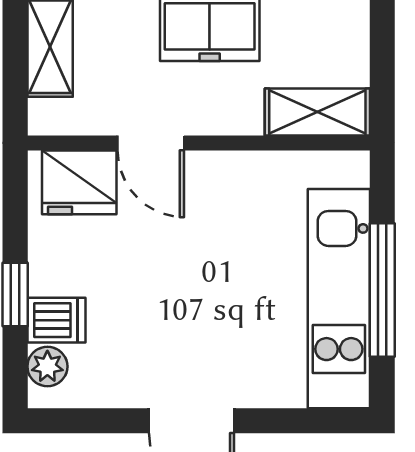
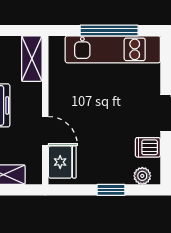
door: (151, 143) -> (45, 131), hinge flipped
dishwasher: (56, 320) -> (148, 147), moved, turned -90

